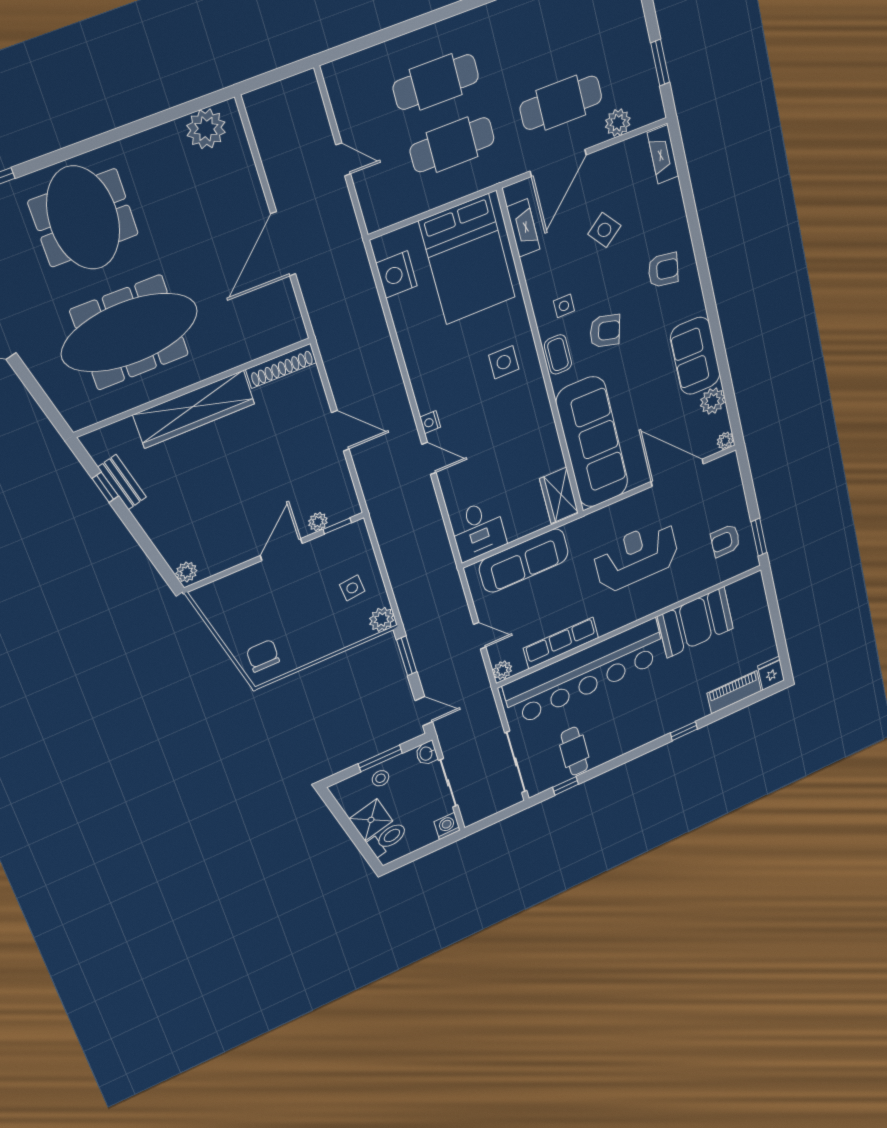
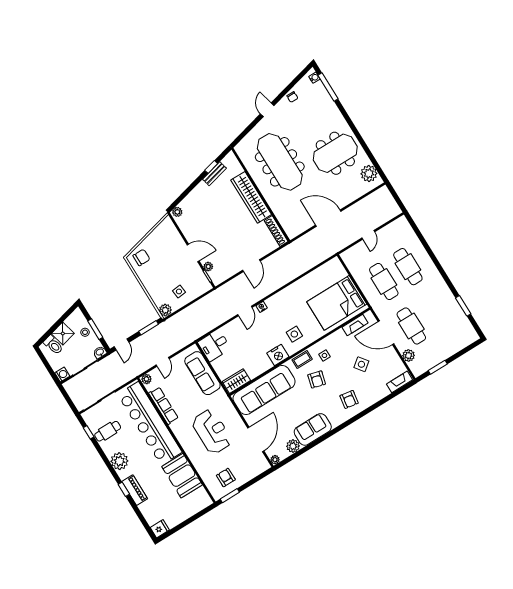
meeting table: (83, 218) -> (335, 153), moved
nightstand: (397, 274) -> (278, 355), moved, turned 180
piano: (734, 692) -> (135, 490), moved
plant: (633, 734) -> (119, 461), added

